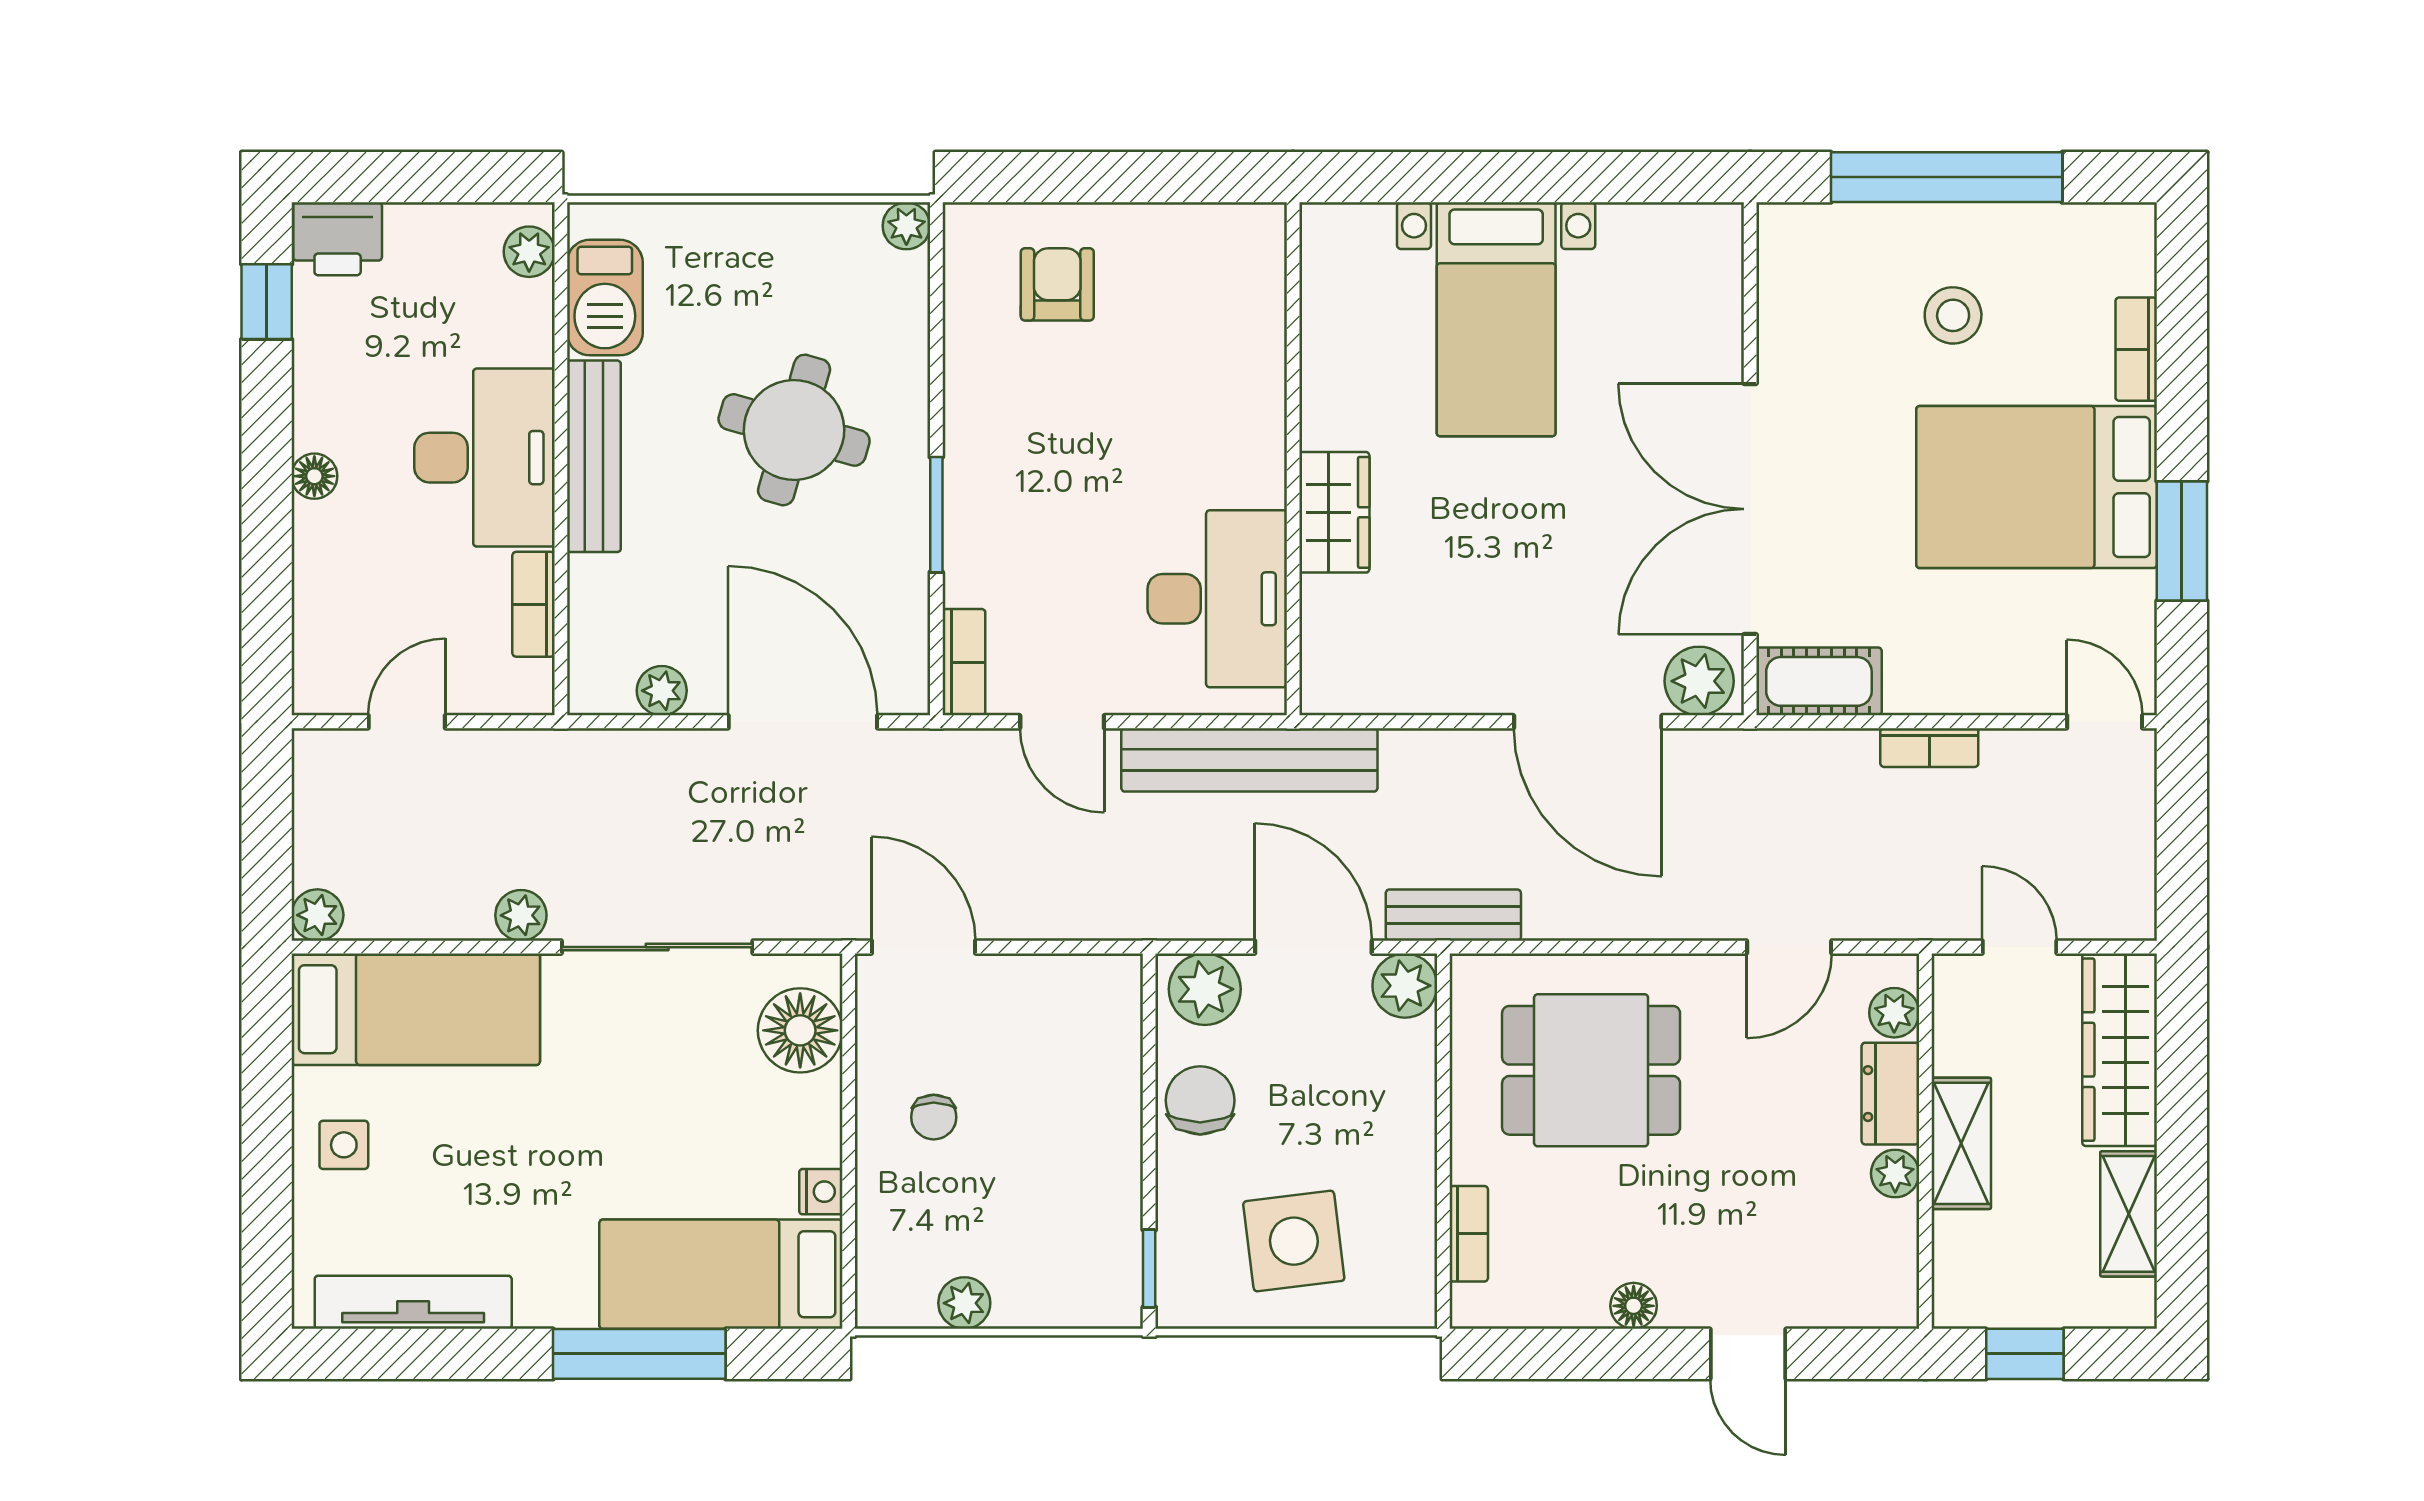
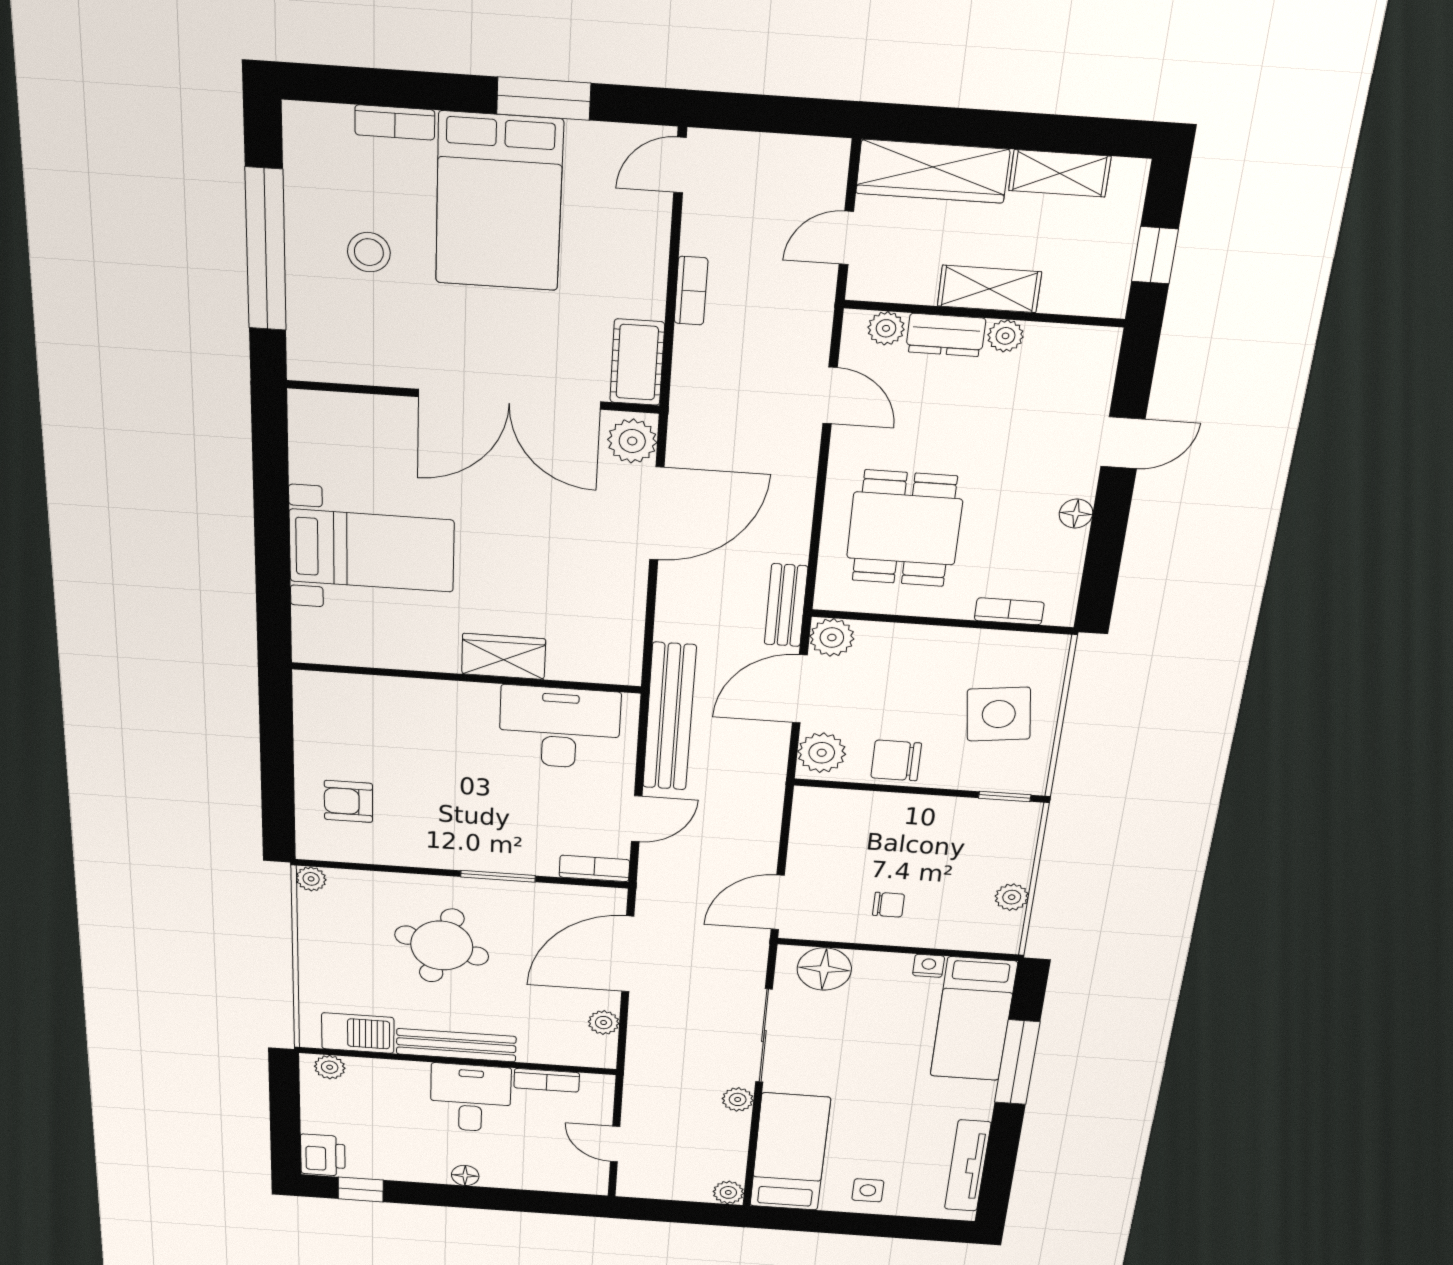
desk: (484, 458) -> (471, 1098), width x0.73

